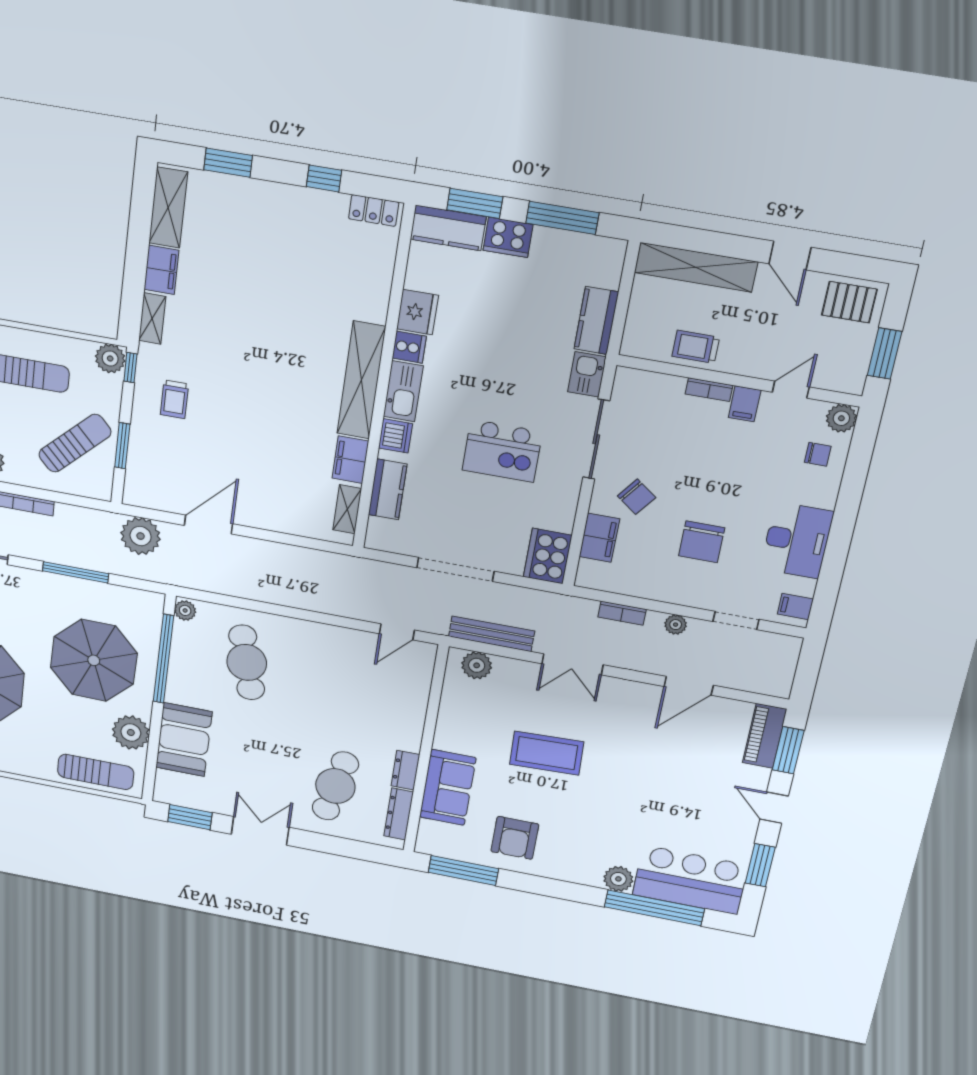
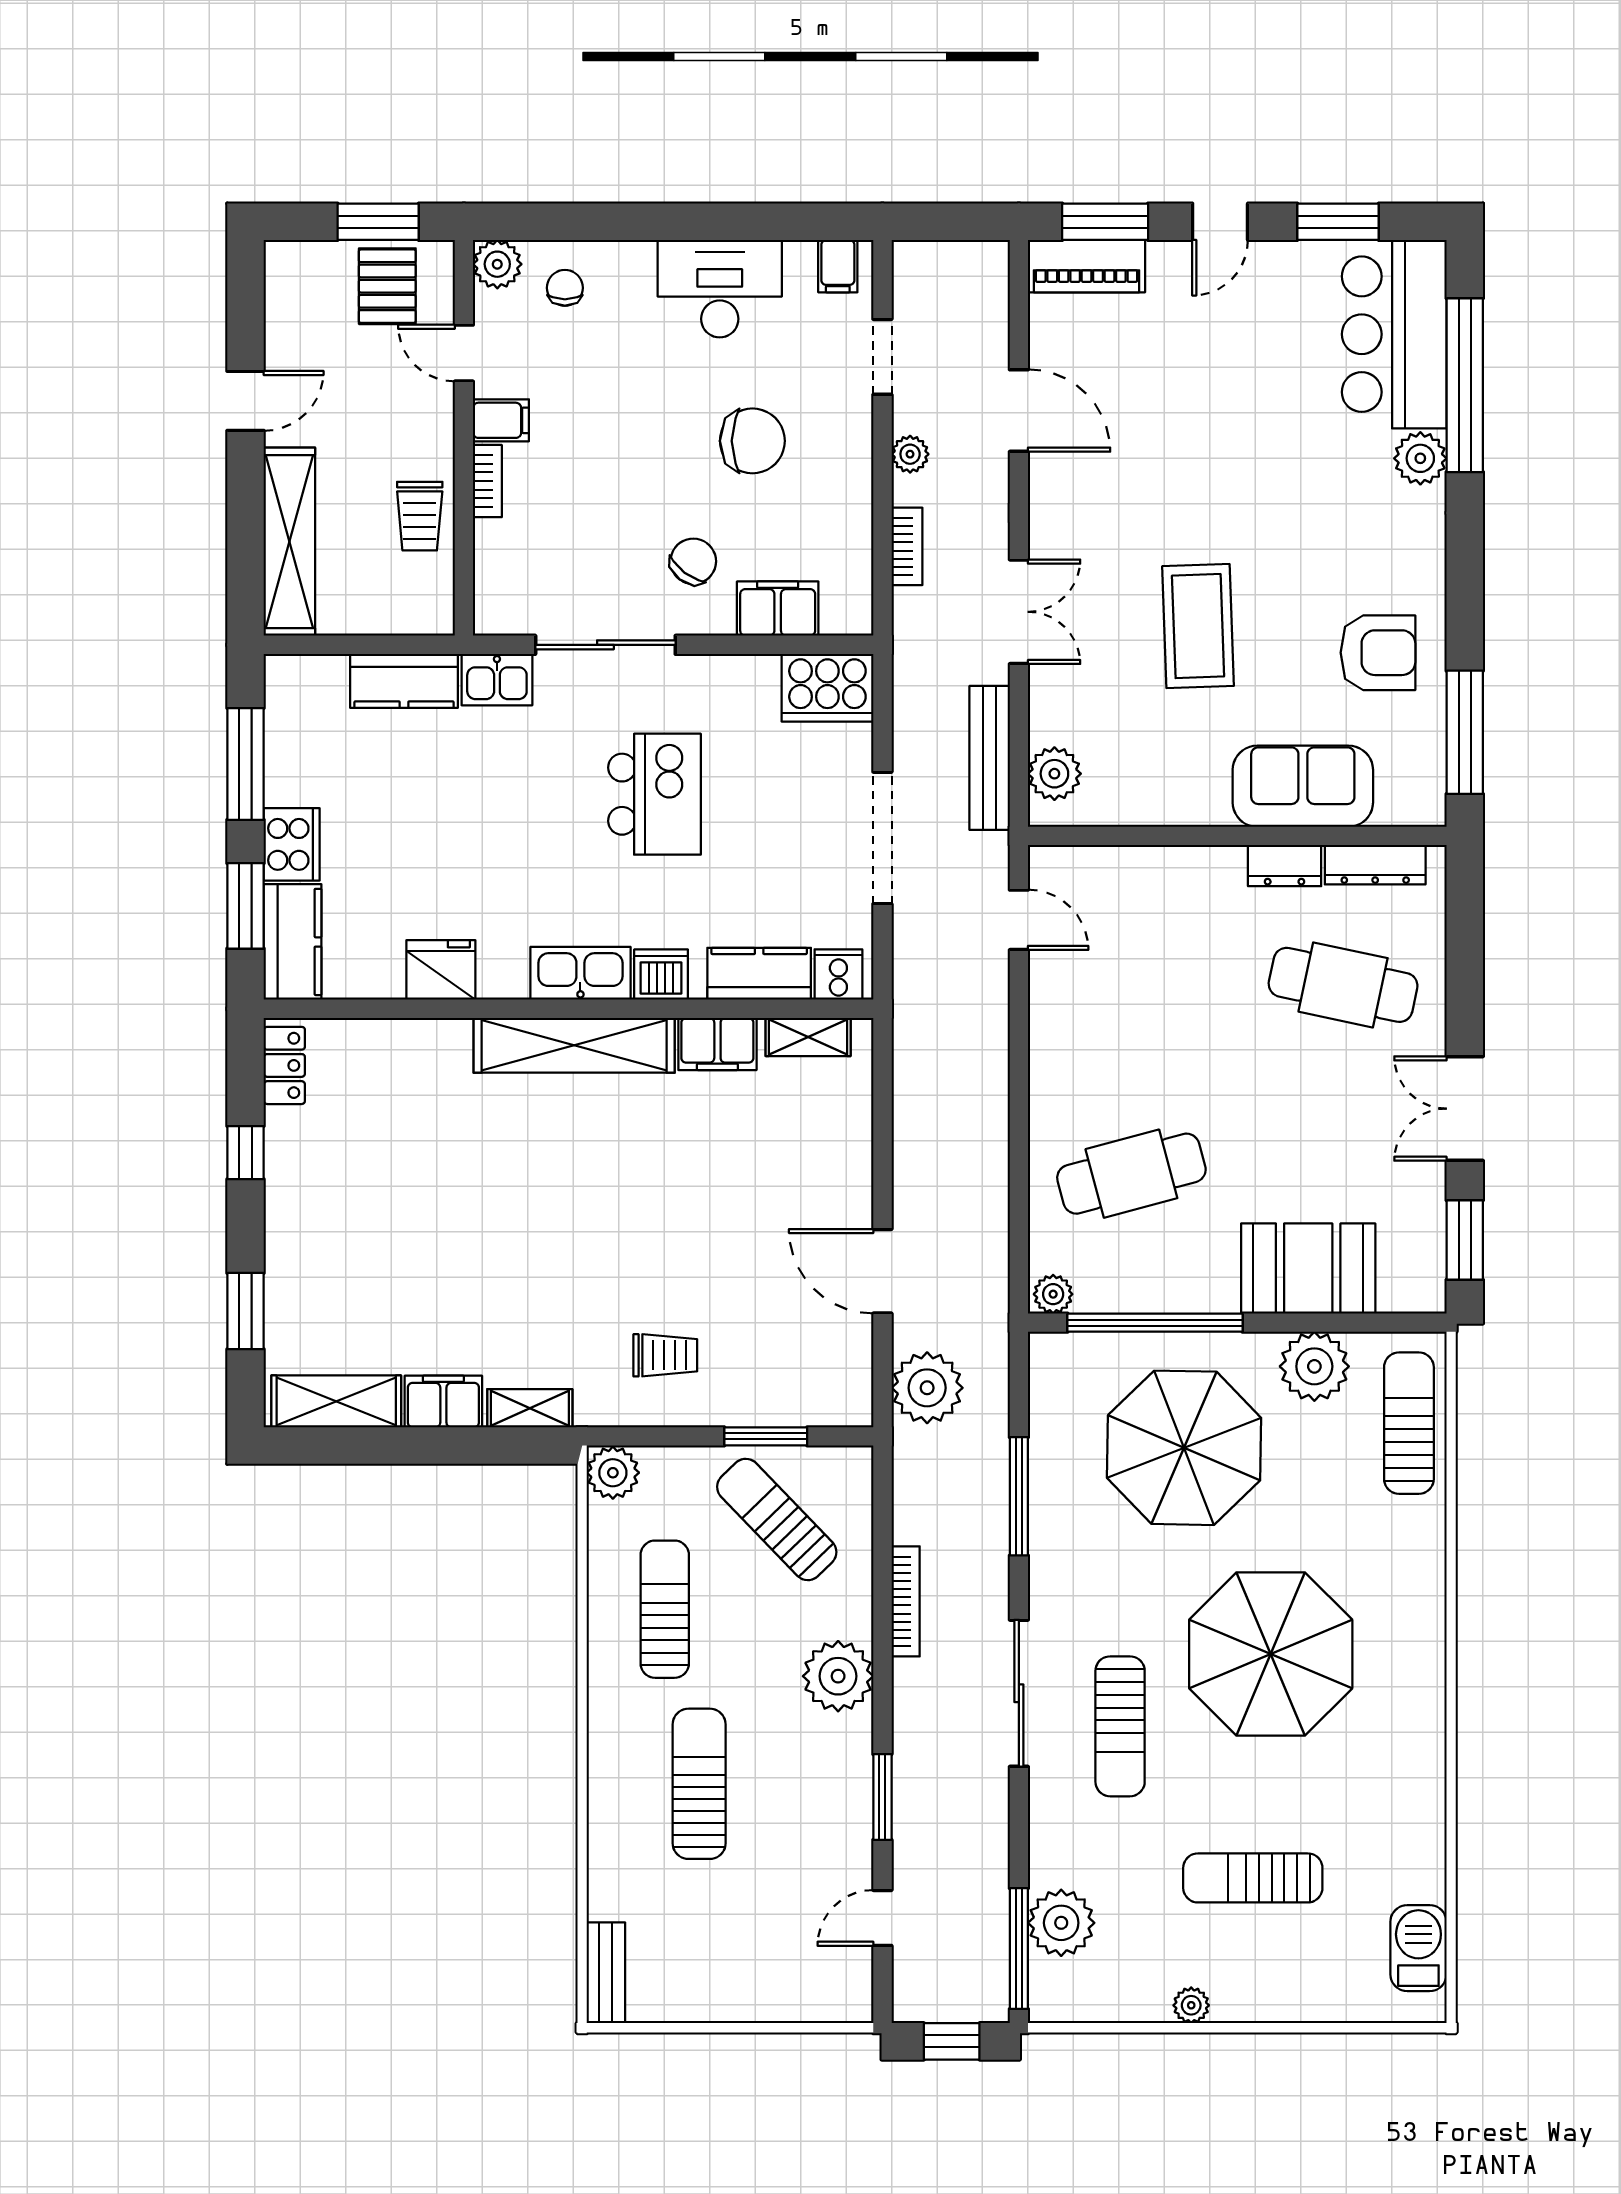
pallet: (849, 302) -> (387, 286), moved
cooker: (409, 347) -> (838, 974), moved
window: (130, 368) -> (623, 1436), removed

